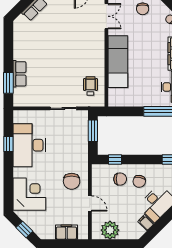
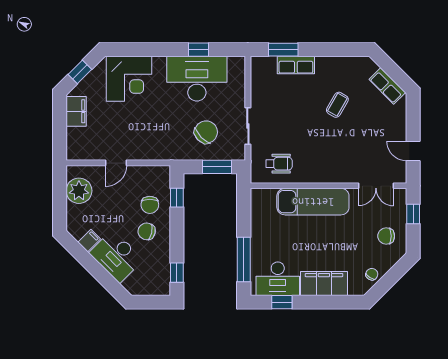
coffee table: (48, 44) -> (337, 105), added
chair: (72, 181) -> (206, 132), moved, turned 136
filing cabinet: (66, 232) -> (76, 111), moved

